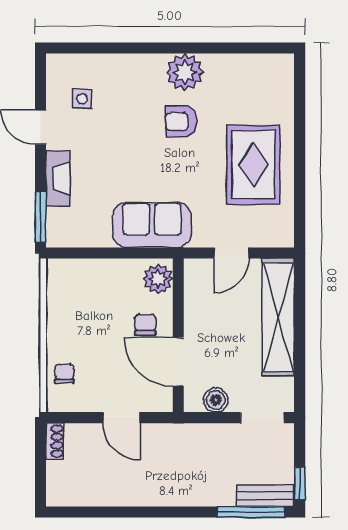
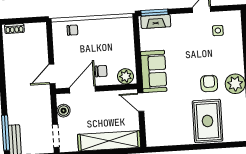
rug: (253, 165) -> (208, 121), moved, turned 90
fireplace: (58, 179) -> (156, 22), moved
door: (231, 253) -> (141, 102), moved
door: (122, 418) -> (52, 74), moved
shoe rack: (55, 441) -> (14, 29), moved

